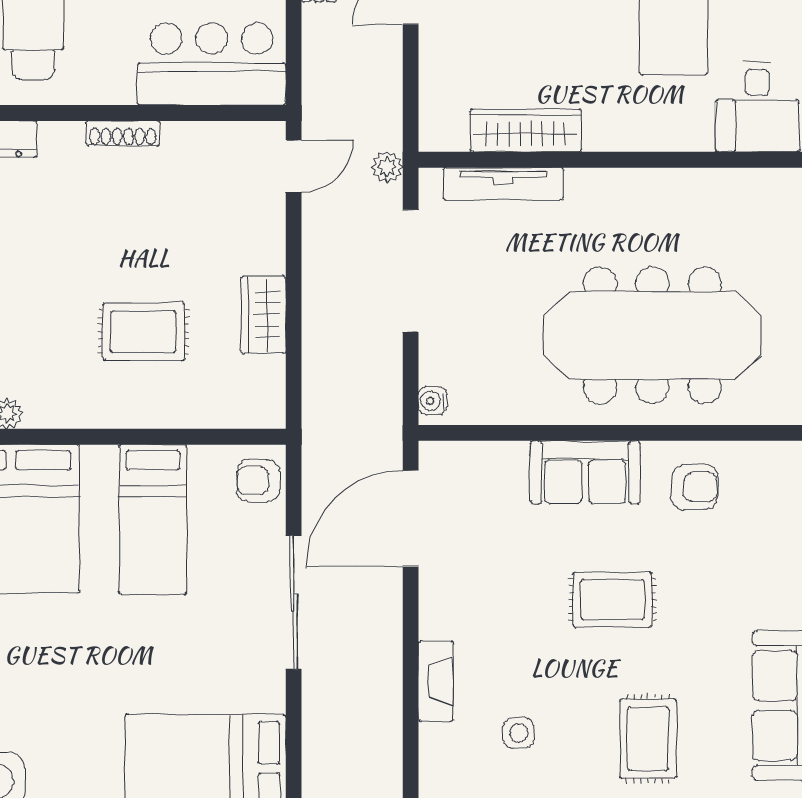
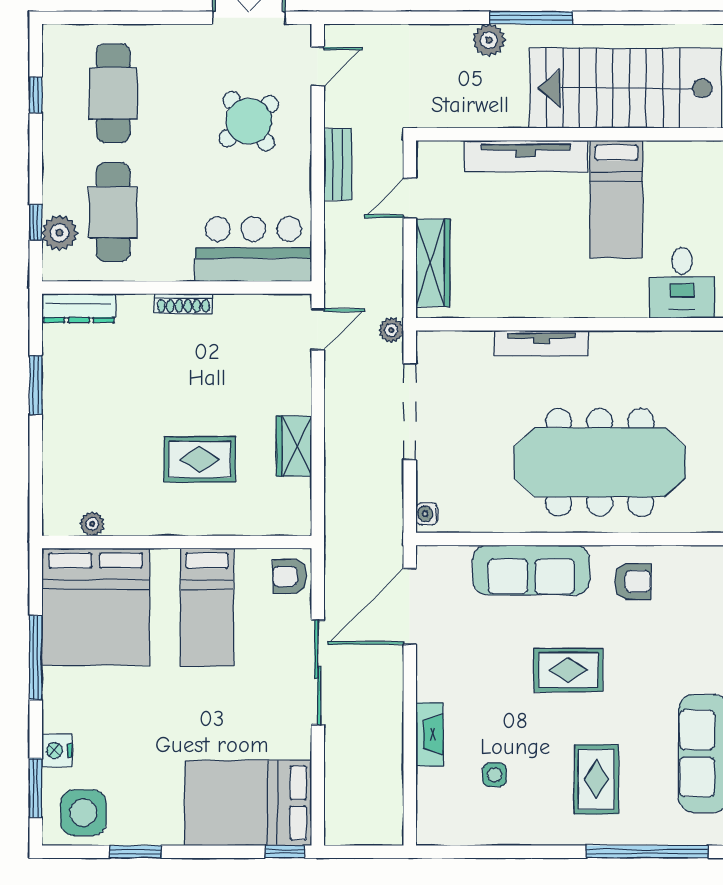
wardrobe: (526, 130) -> (433, 263), moved, turned 90
tv unit: (503, 184) -> (541, 343), moved
sofa: (585, 472) -> (531, 570), width x1.36

